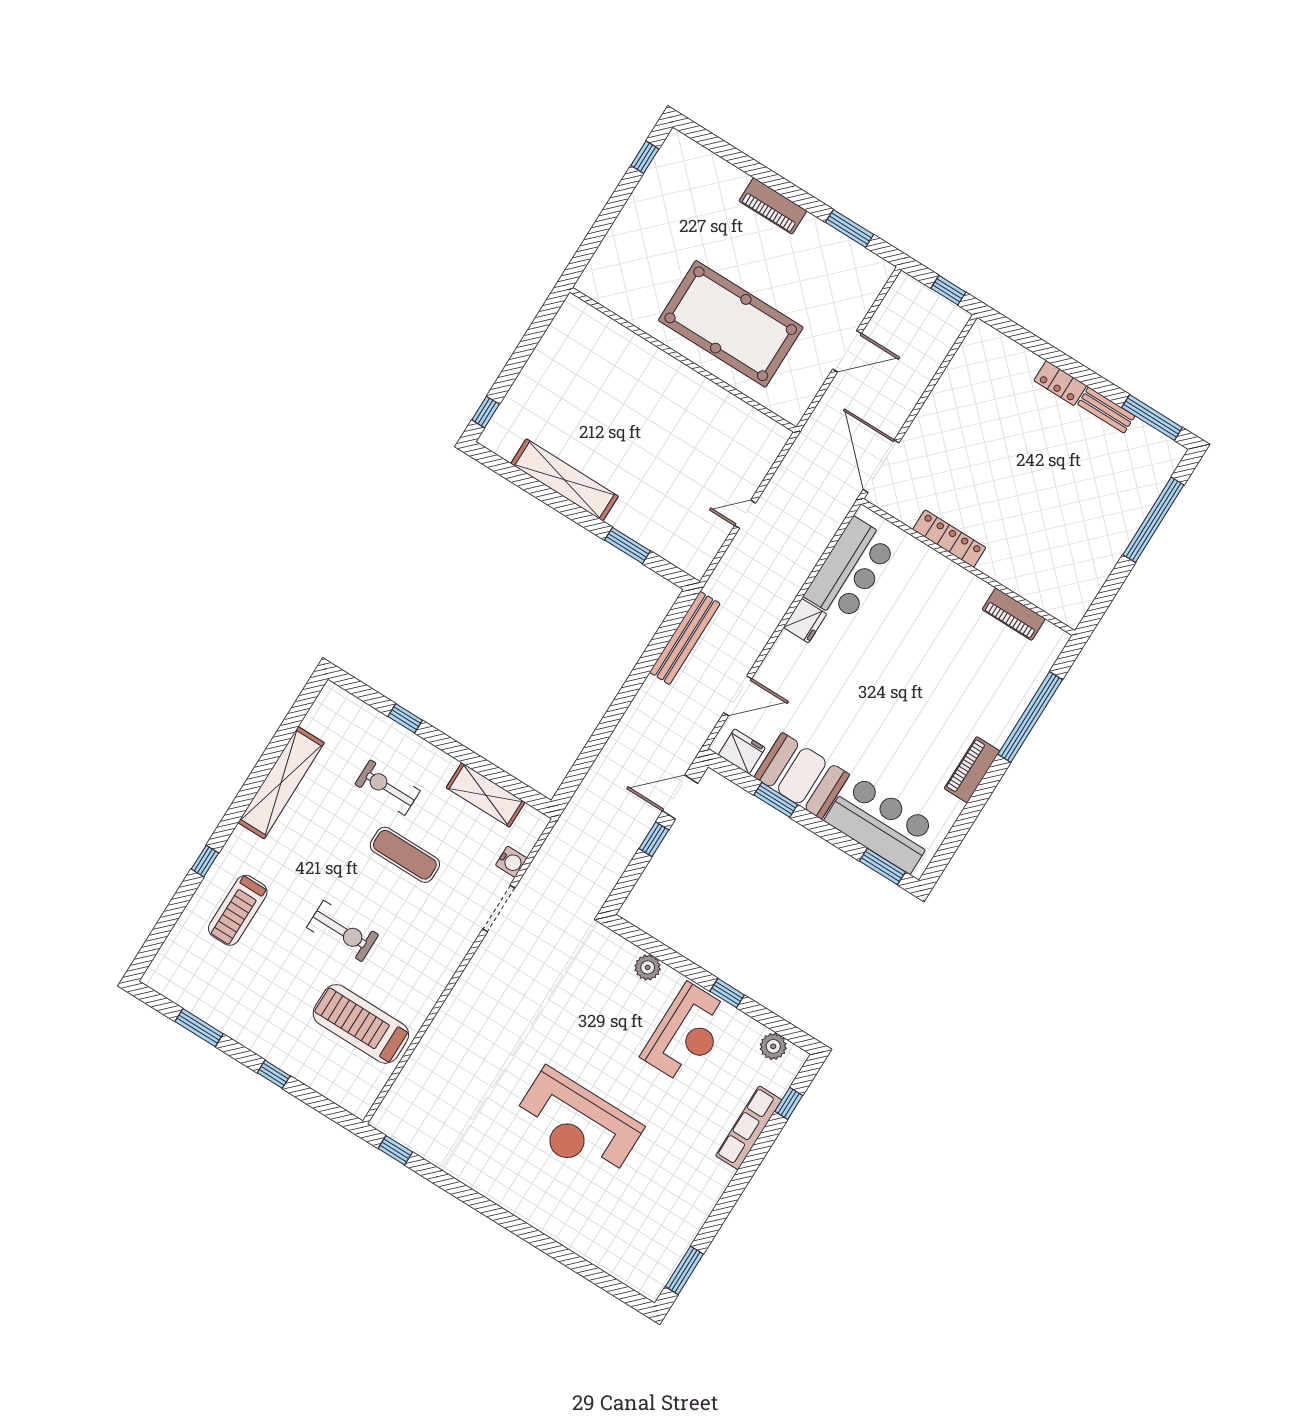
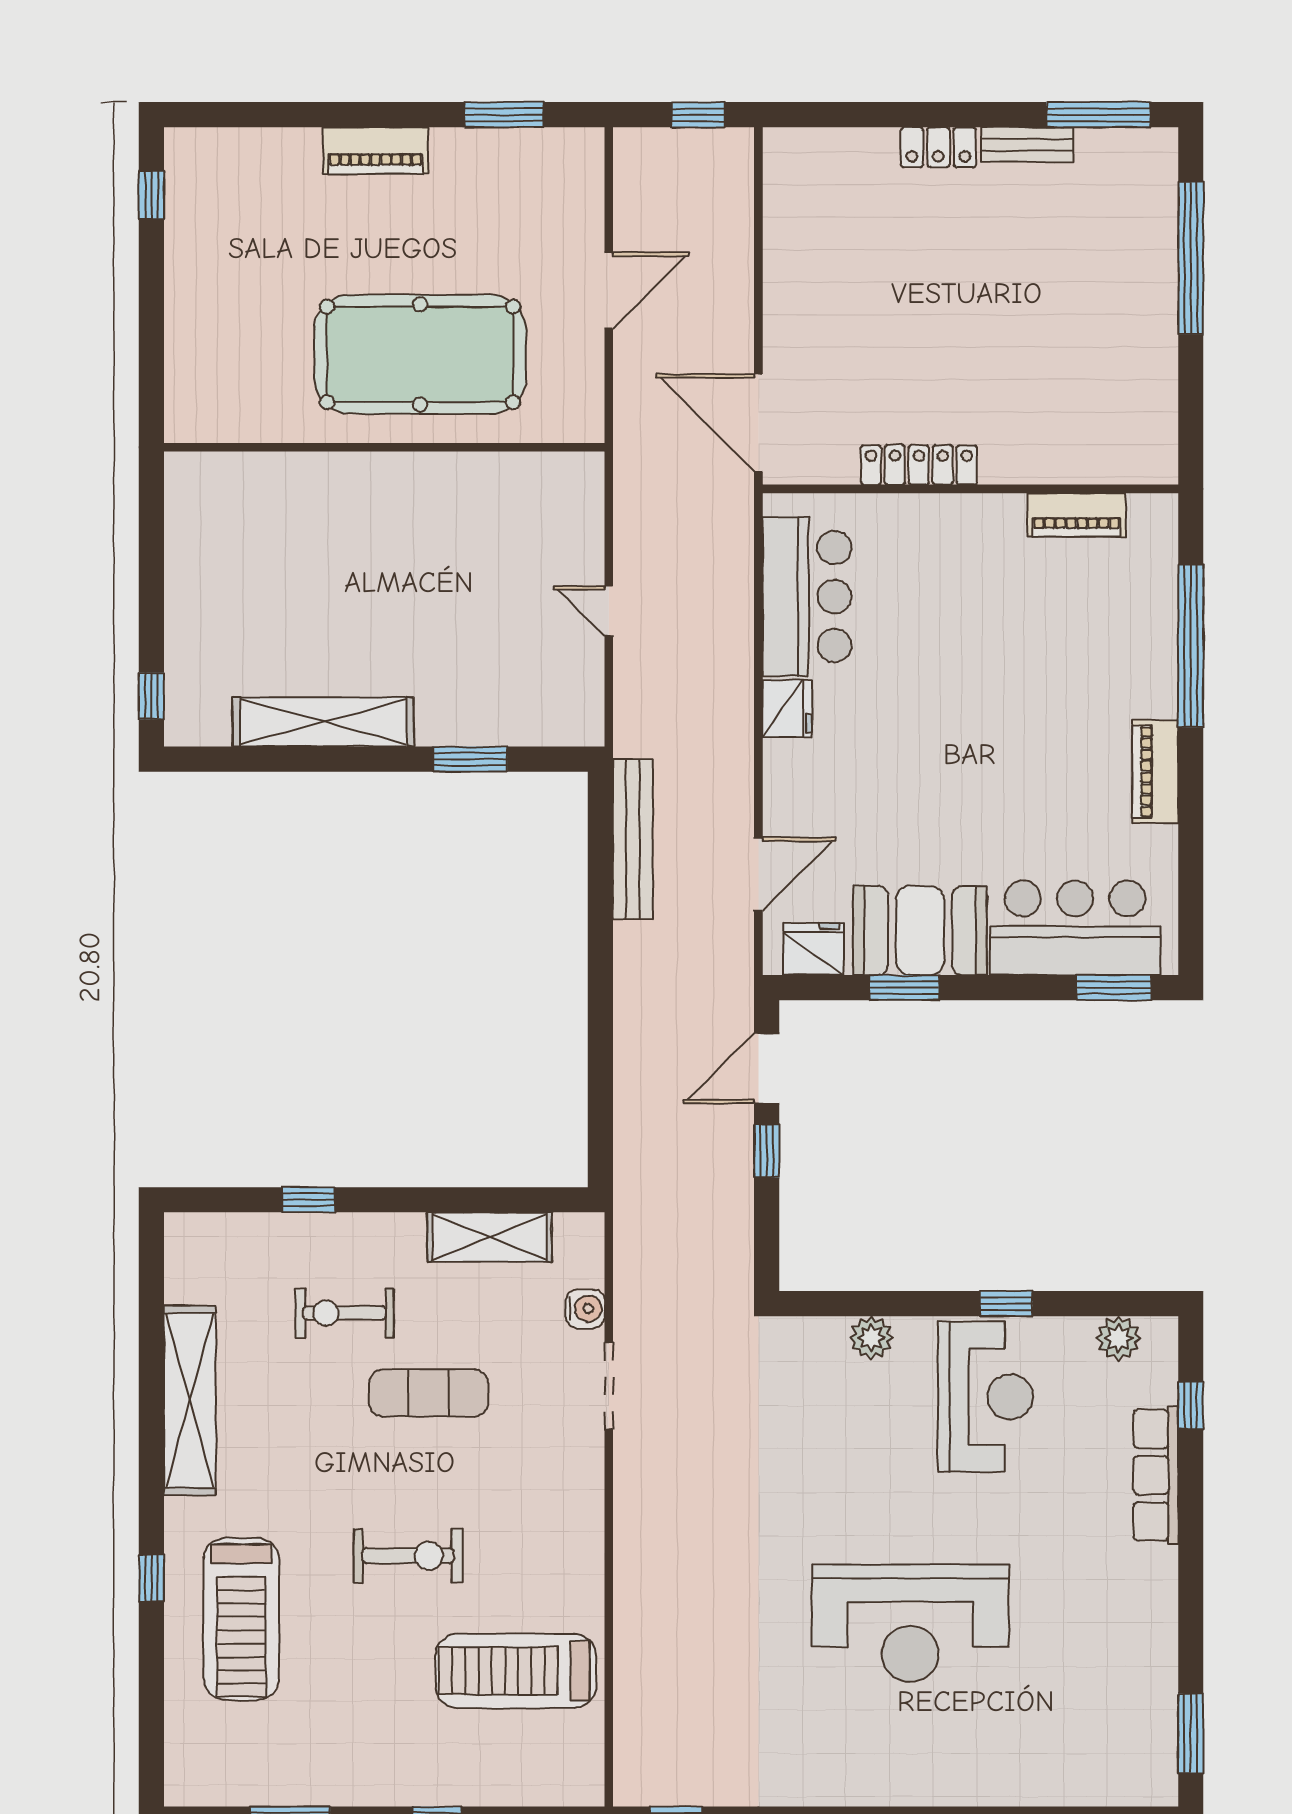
door: (745, 514) -> (609, 611), hinge flipped
treadmill: (238, 910) -> (241, 1619), width x1.37, depth x1.38

